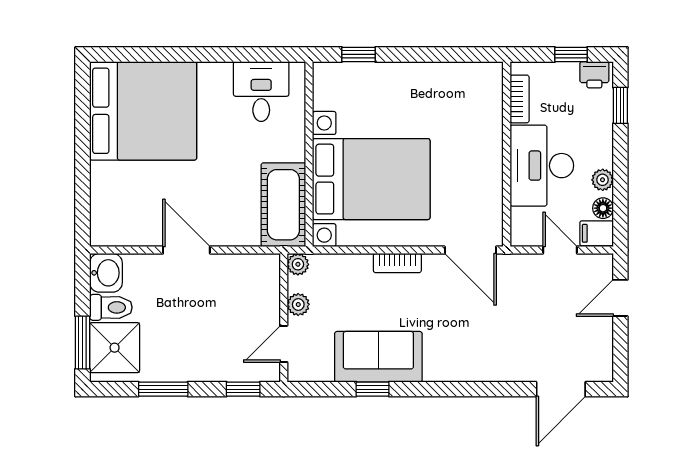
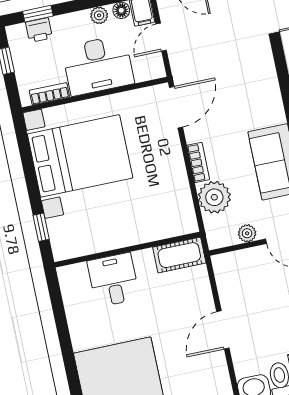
printer: (594, 75) -> (39, 30), moved, turned 90
desk: (261, 91) -> (113, 280), moved, turned 90
bed with nightstands: (371, 179) -> (80, 156), moved, turned 90
cot: (283, 205) -> (179, 255), width x0.73, depth x0.75
plant: (298, 264) -> (214, 197), moved, width x1.88, depth x1.88

